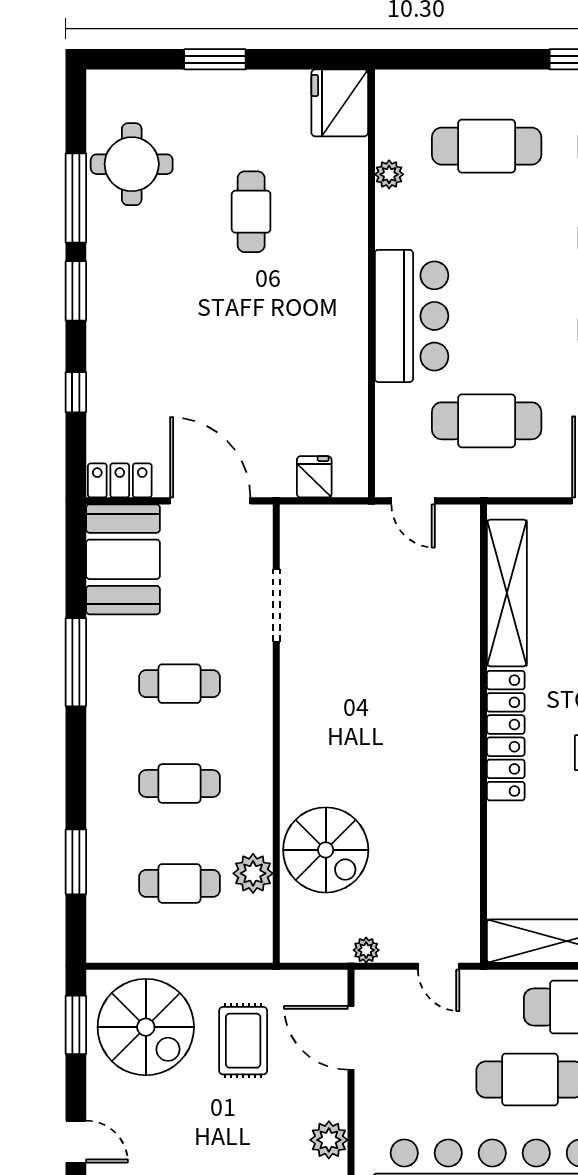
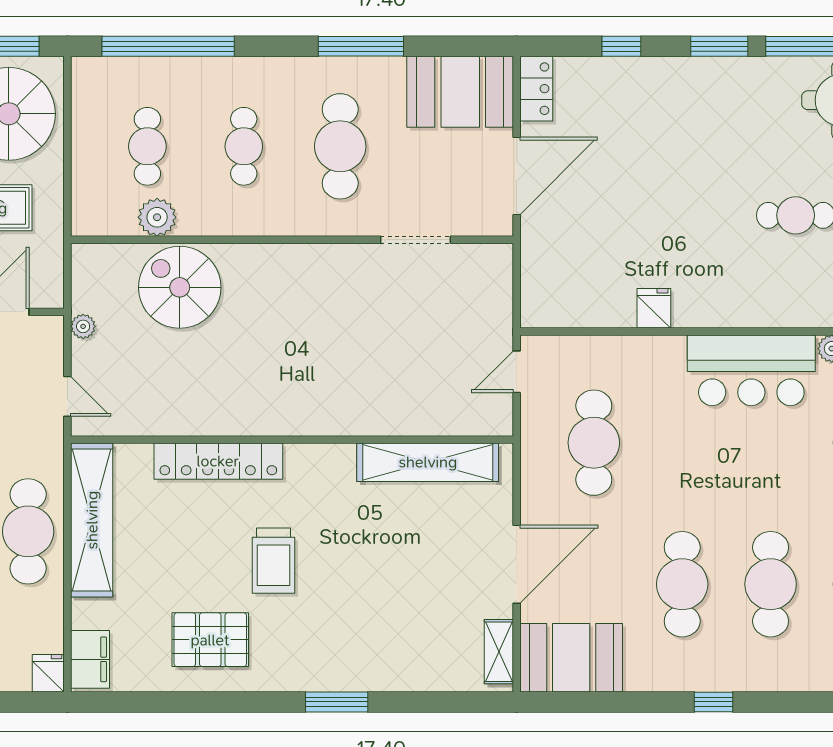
bar counter: (412, 316) -> (751, 370), moved
fridge: (314, 477) -> (654, 308), moved, turned -90
cafe table: (179, 684) -> (340, 146), width x1.37, depth x1.35
locker: (506, 736) -> (218, 461), moved
spiral stairs: (326, 850) -> (180, 287), turned 90
window: (76, 862) -> (168, 46), width x2.11
door: (439, 966) -> (67, 396), swing flipped

